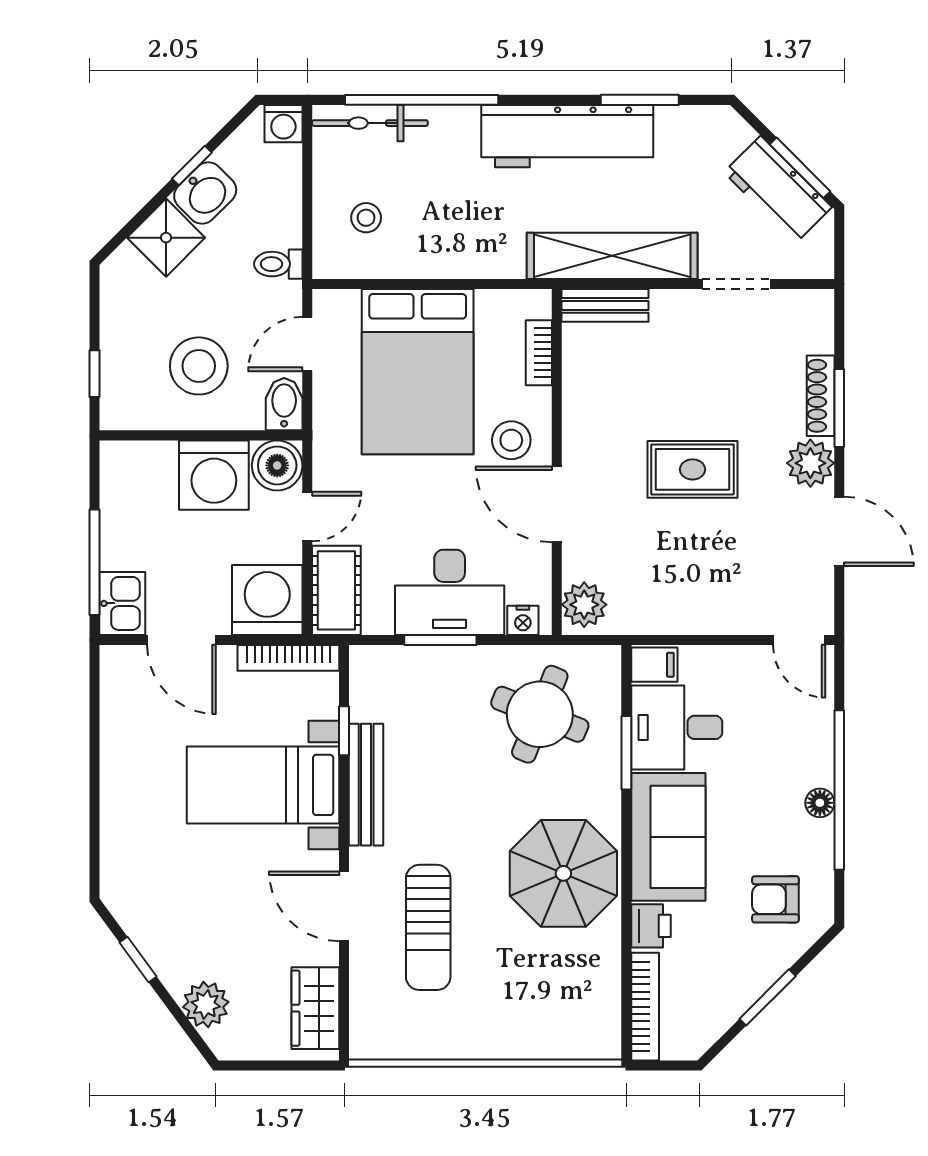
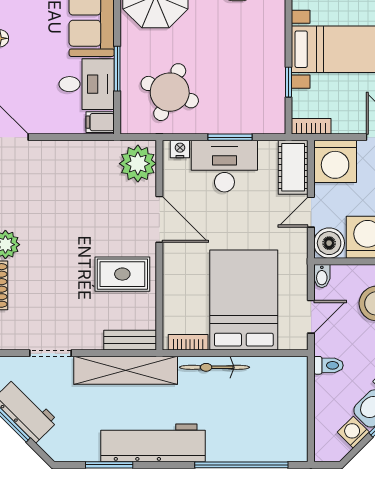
bicycle: (370, 123) -> (215, 367), moved, turned 180
washing machine: (283, 124) -> (353, 432), moved, turned -45
stool: (366, 218) -> (275, 393), removed
bookcase: (539, 353) -> (188, 342), moved, turned -90
bidet: (284, 404) -> (322, 276), width x0.72, depth x0.74
stool: (511, 440) -> (187, 258), removed
rug: (693, 469) -> (122, 274), moved
plant: (584, 605) -> (138, 164), width x1.36, depth x1.36
bookcase: (288, 658) -> (311, 126), width x0.64
bench: (366, 785) -> (275, 49), removed

